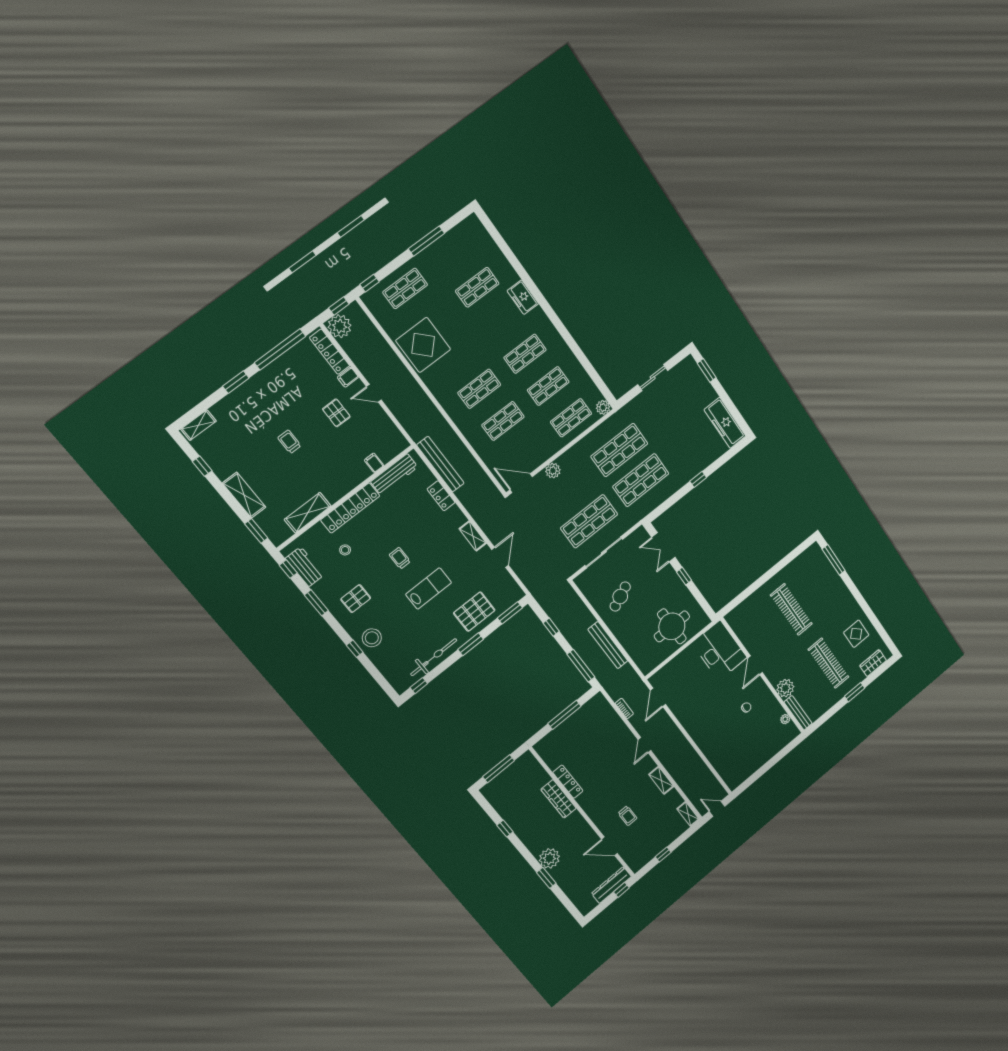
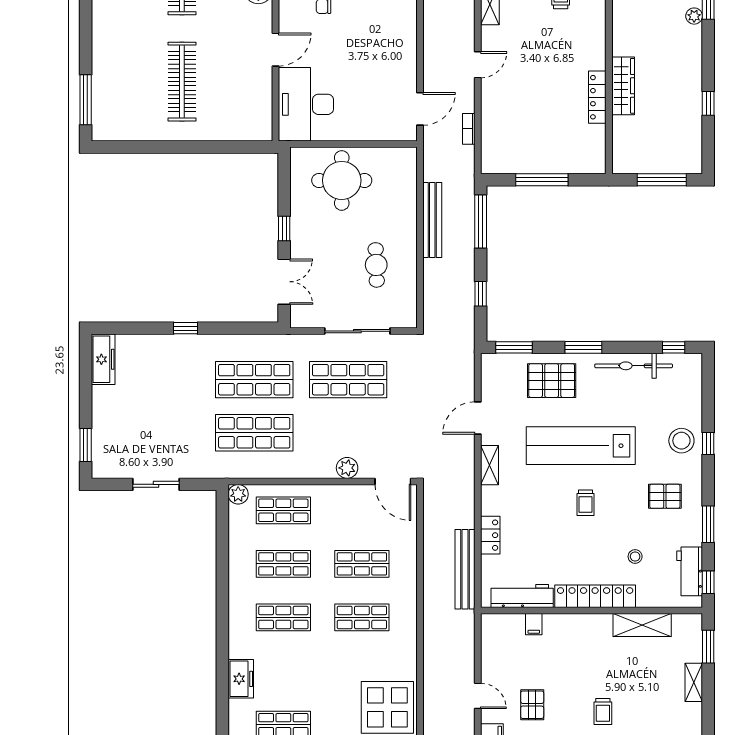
freezer: (725, 423) -> (103, 359), width x0.73, depth x0.79
shelving: (244, 495) -> (694, 682), width x0.67, depth x0.75
lab bench: (429, 588) -> (581, 446), width x1.86, depth x1.39
cafe table: (620, 597) -> (376, 265), turned -67
plant: (549, 858) -> (694, 16), width x0.53, depth x0.53

